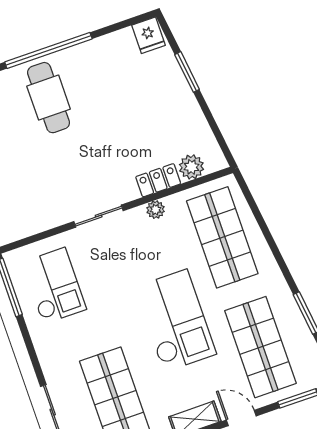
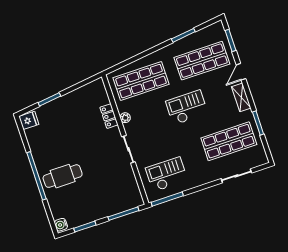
plant: (191, 167) -> (102, 98), removed
checkout: (175, 321) -> (187, 108), width x0.73, depth x0.83

